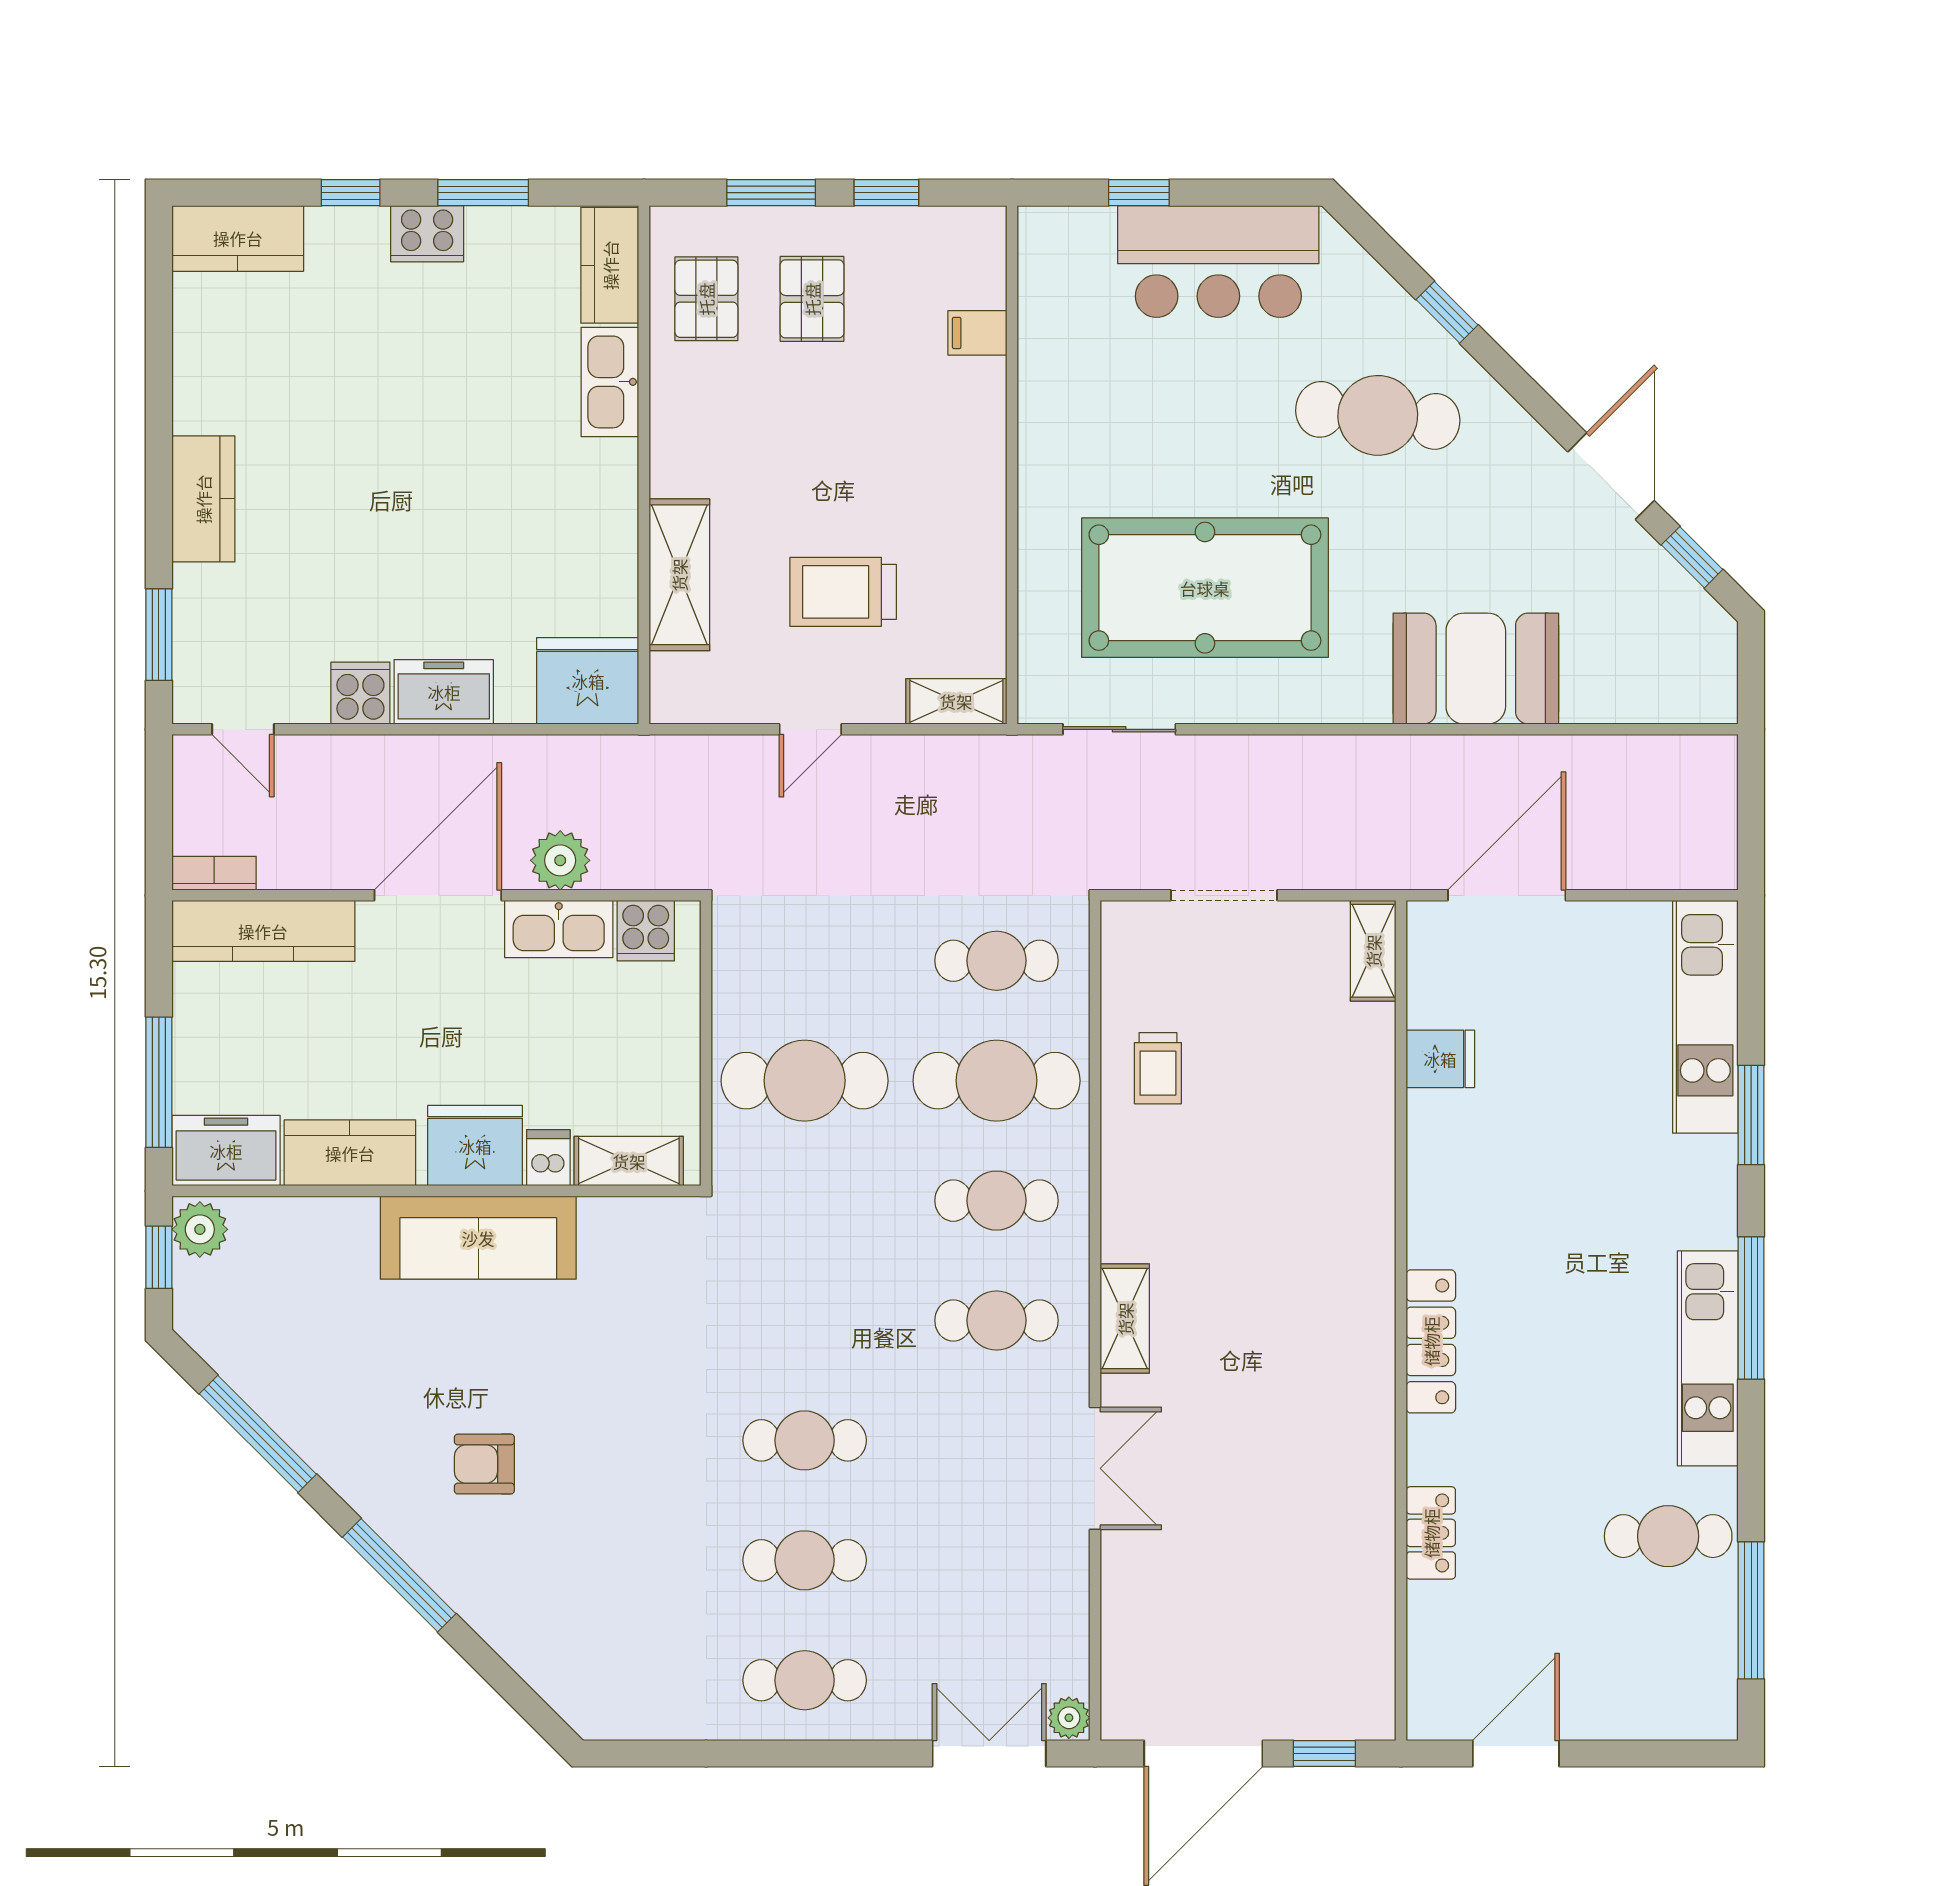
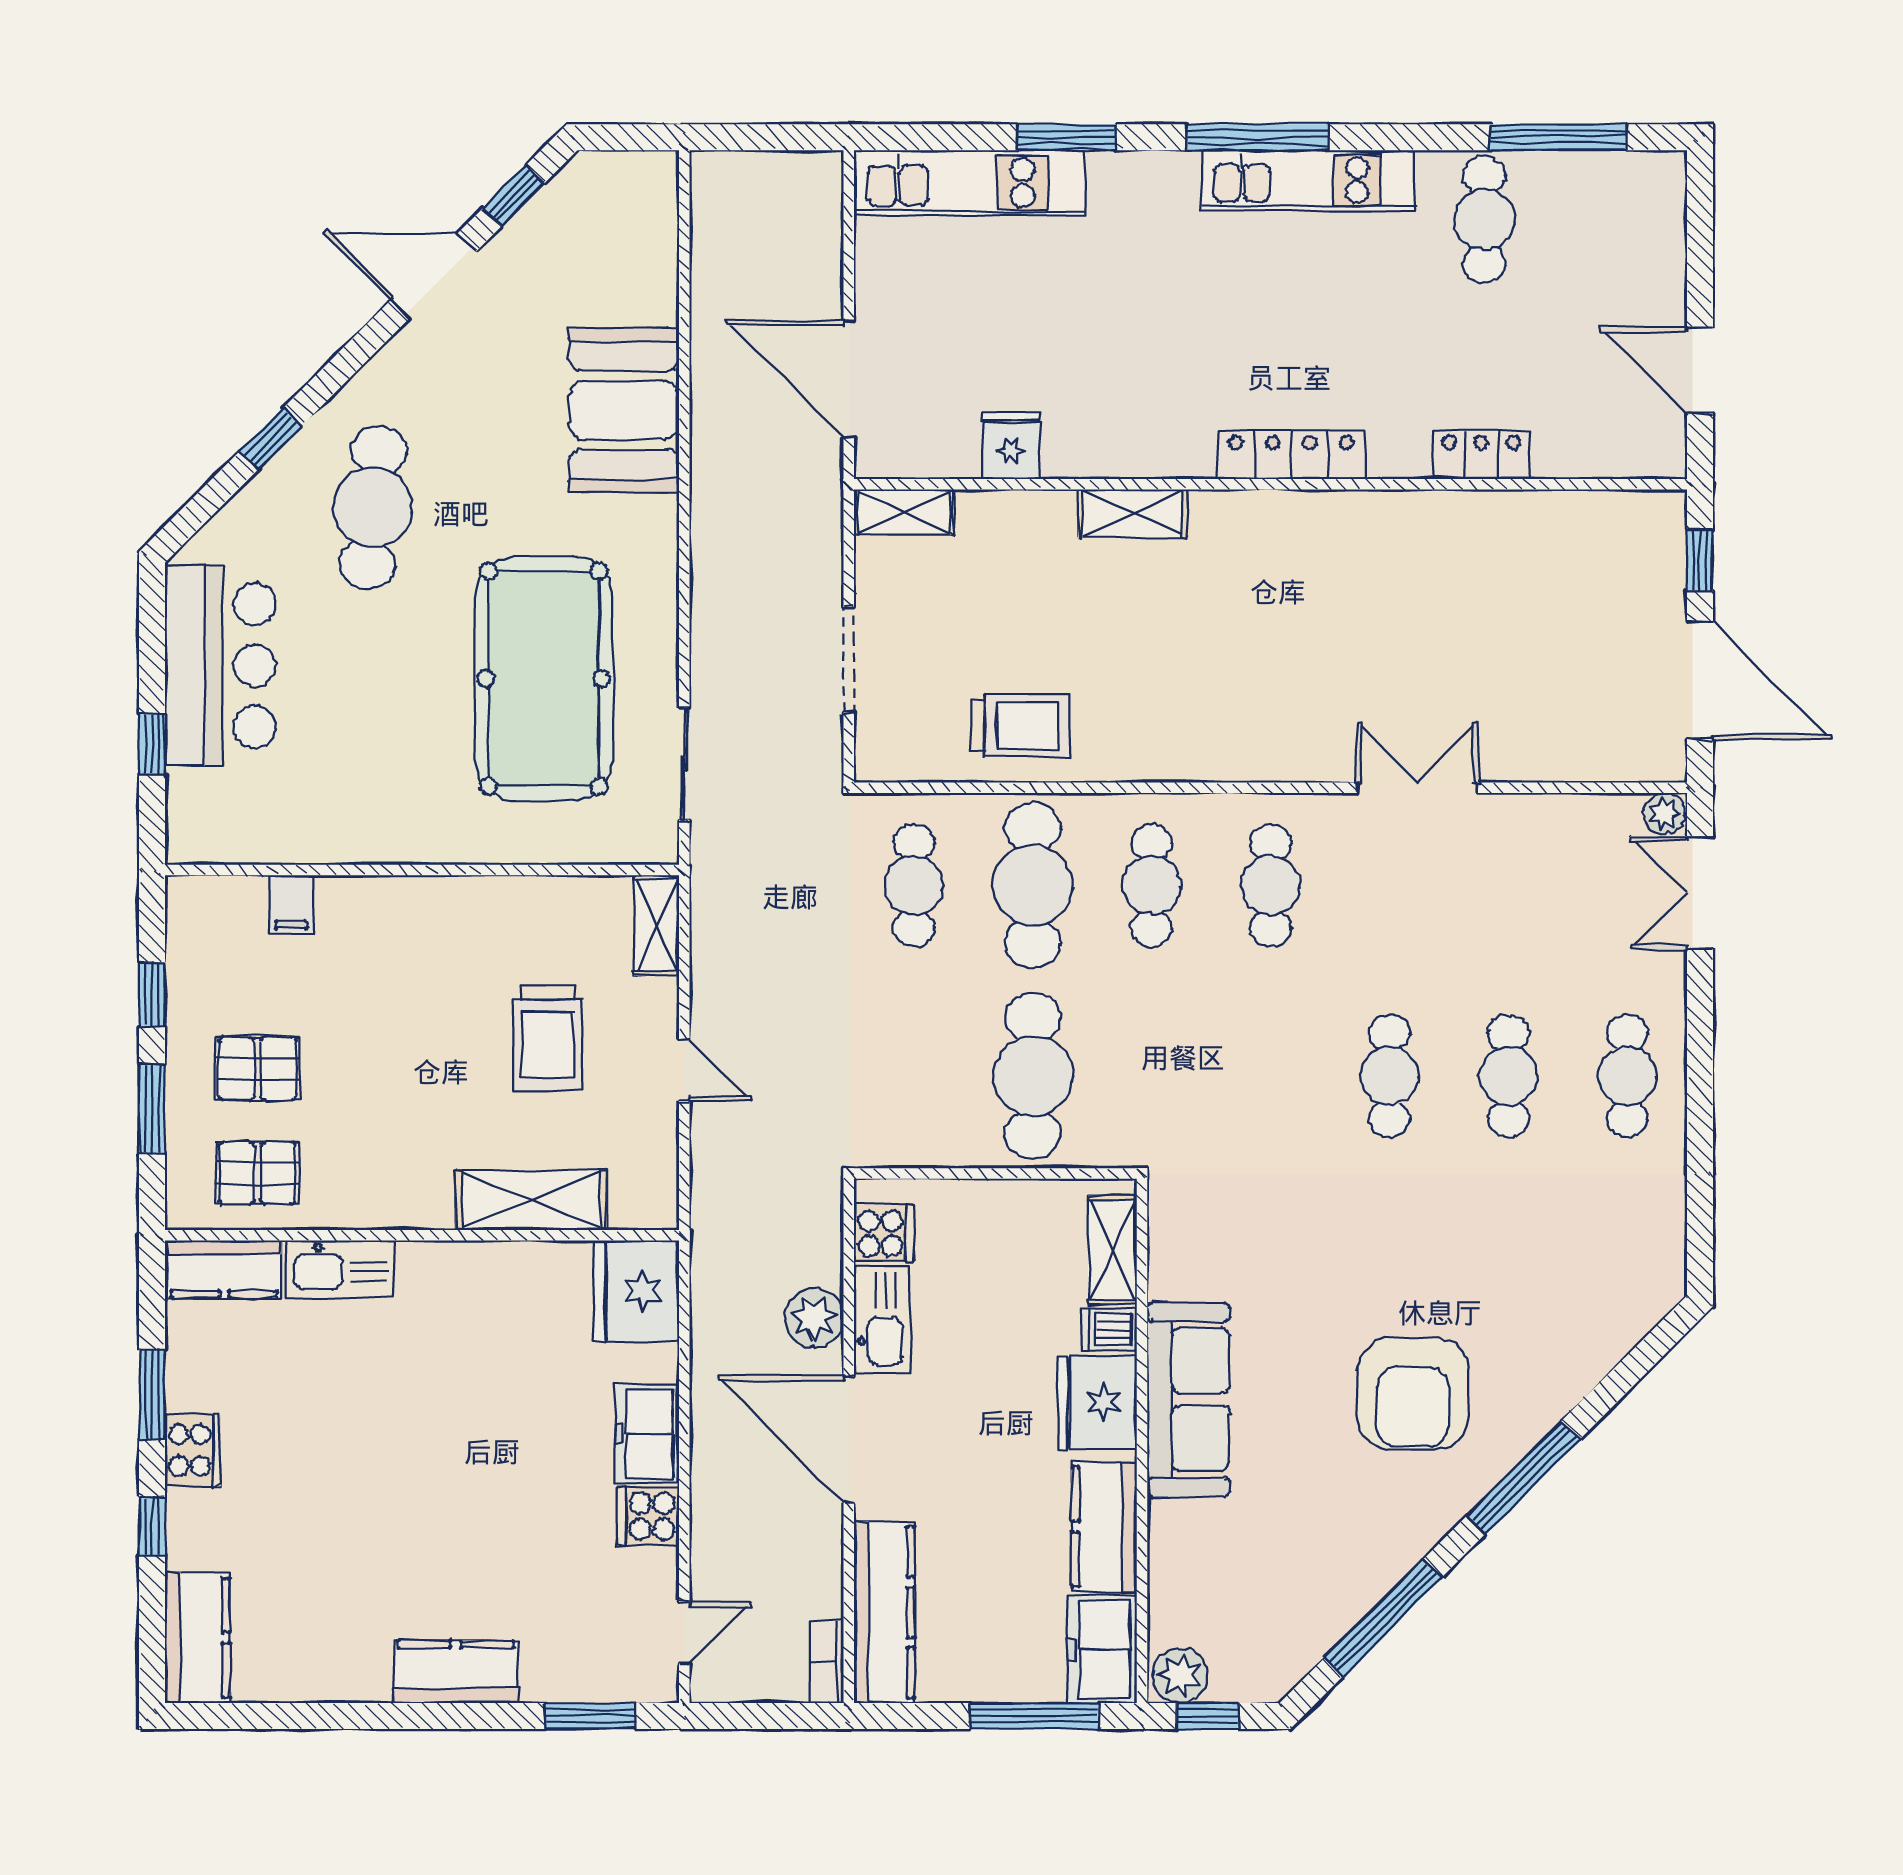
trolley: (1158, 1068) -> (1020, 725), width x1.36, depth x1.39
shelving: (1125, 1319) -> (1132, 514), moved
armchair: (484, 1464) -> (1413, 1393), width x1.88, depth x1.88

